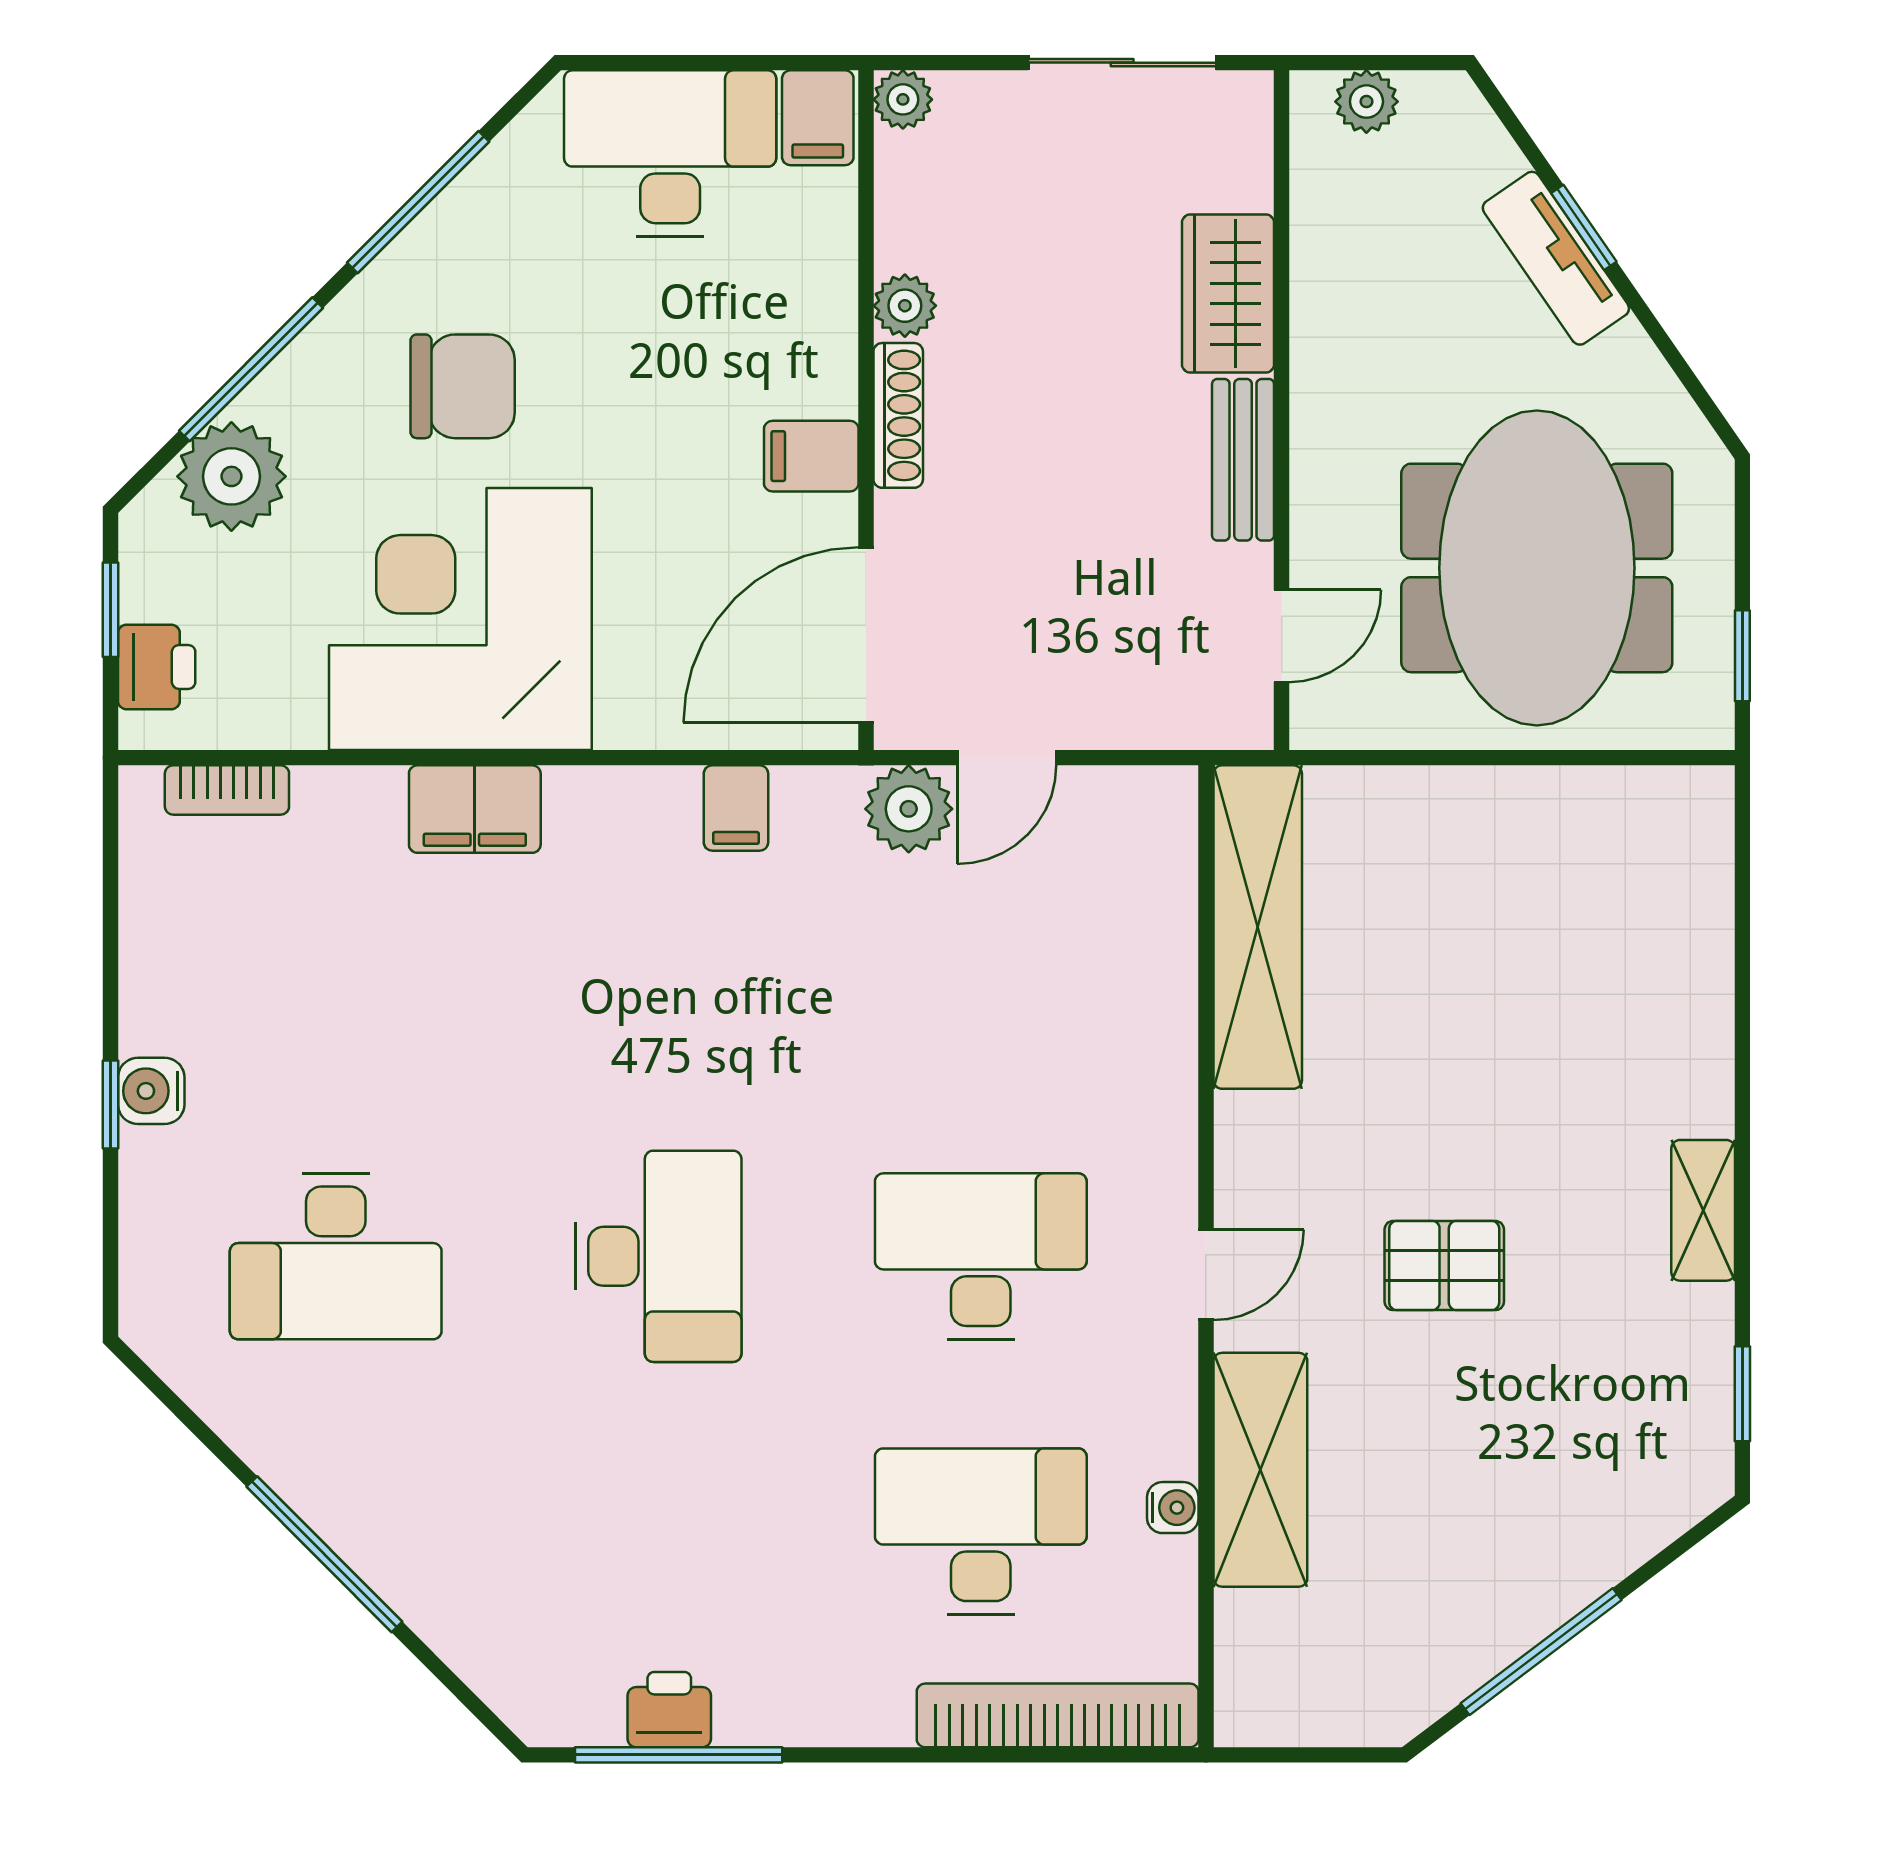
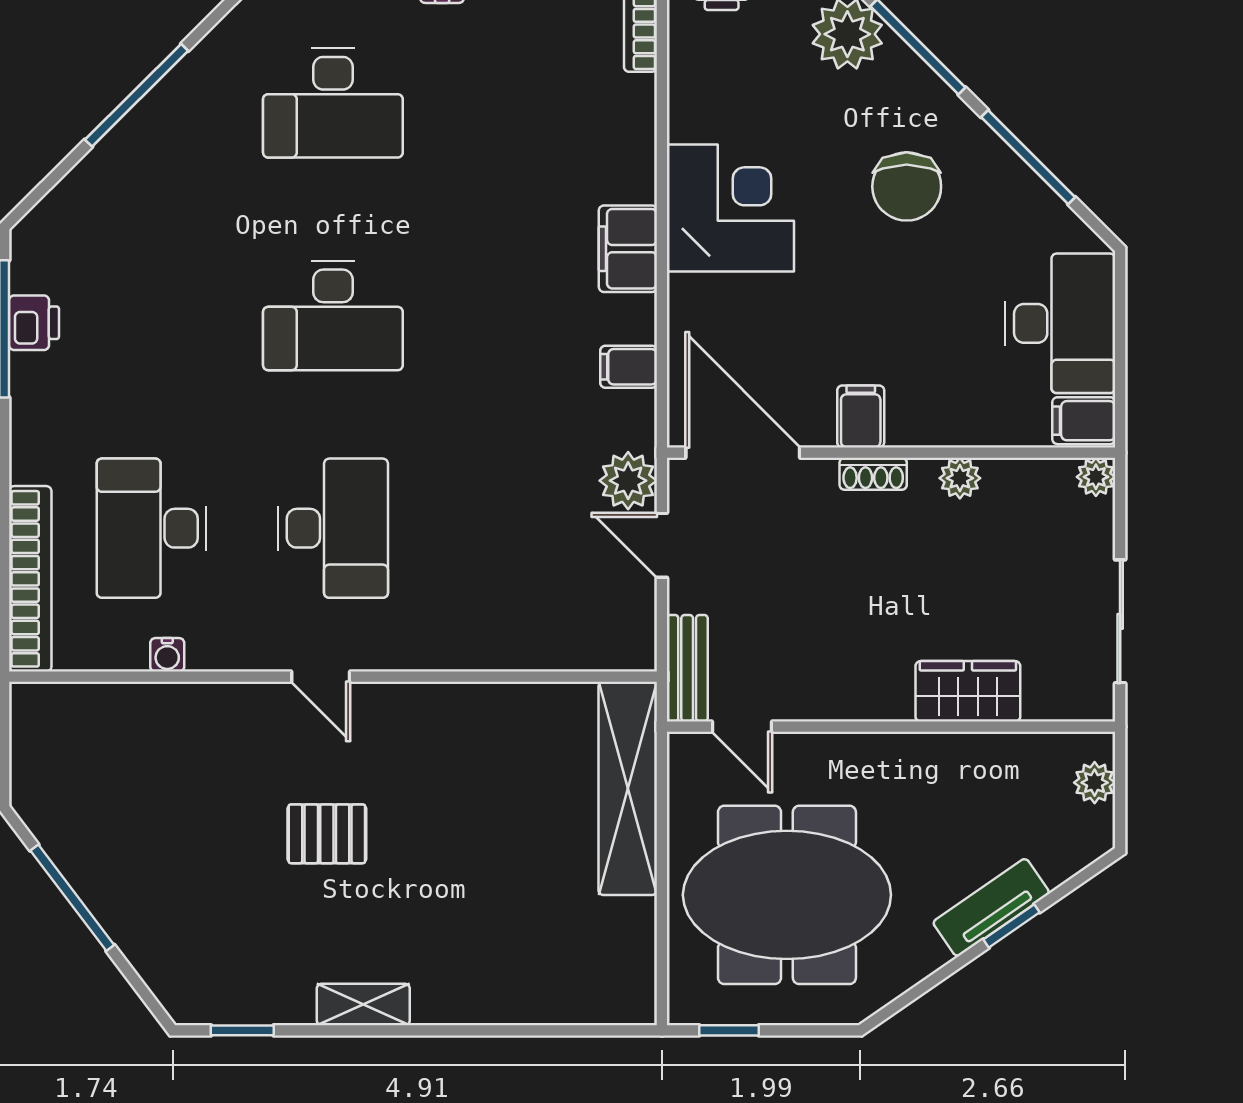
shoe rack: (898, 415) -> (873, 474), width x0.70
bench: (1243, 460) -> (687, 668), moved, turned 90
corner desk: (460, 619) -> (730, 208), width x0.74, depth x0.74
filing cabinet: (475, 809) -> (628, 249), moved
shelving: (1258, 927) -> (628, 788), moved, turned 90
desk: (336, 1256) -> (333, 103), turned -90
pallet: (1444, 1266) -> (327, 834), turned 90
shelving: (1260, 1470) -> (192, 713), removed
desk: (981, 1531) -> (152, 528), turned 180

